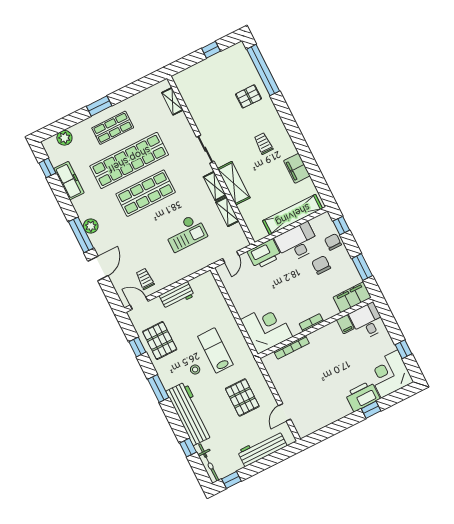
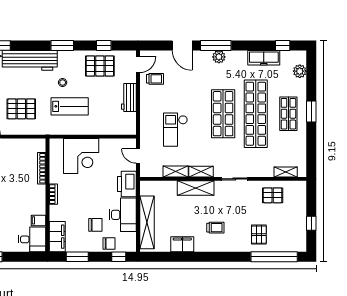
pallet: (202, 103) -> (273, 195), added
corner desk: (267, 328) -> (81, 156), moved

